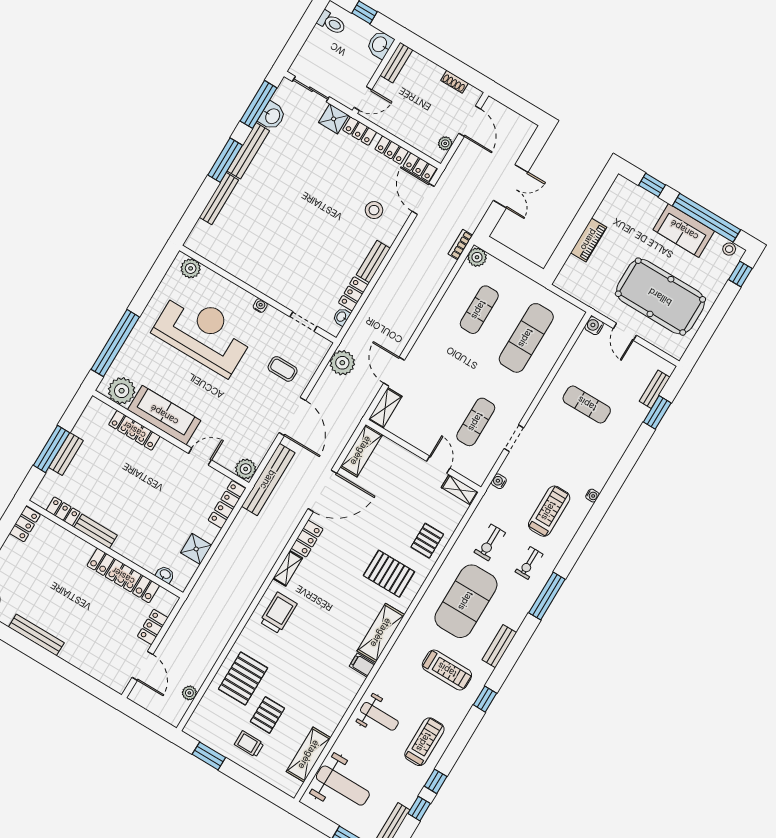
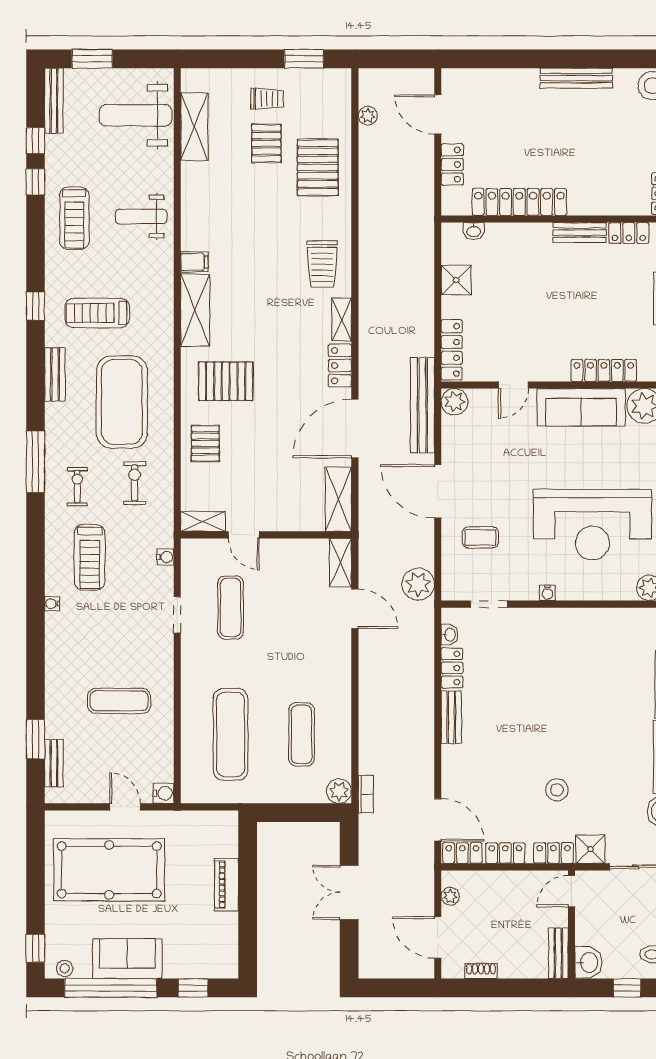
stool: (374, 210) -> (557, 790), moved

